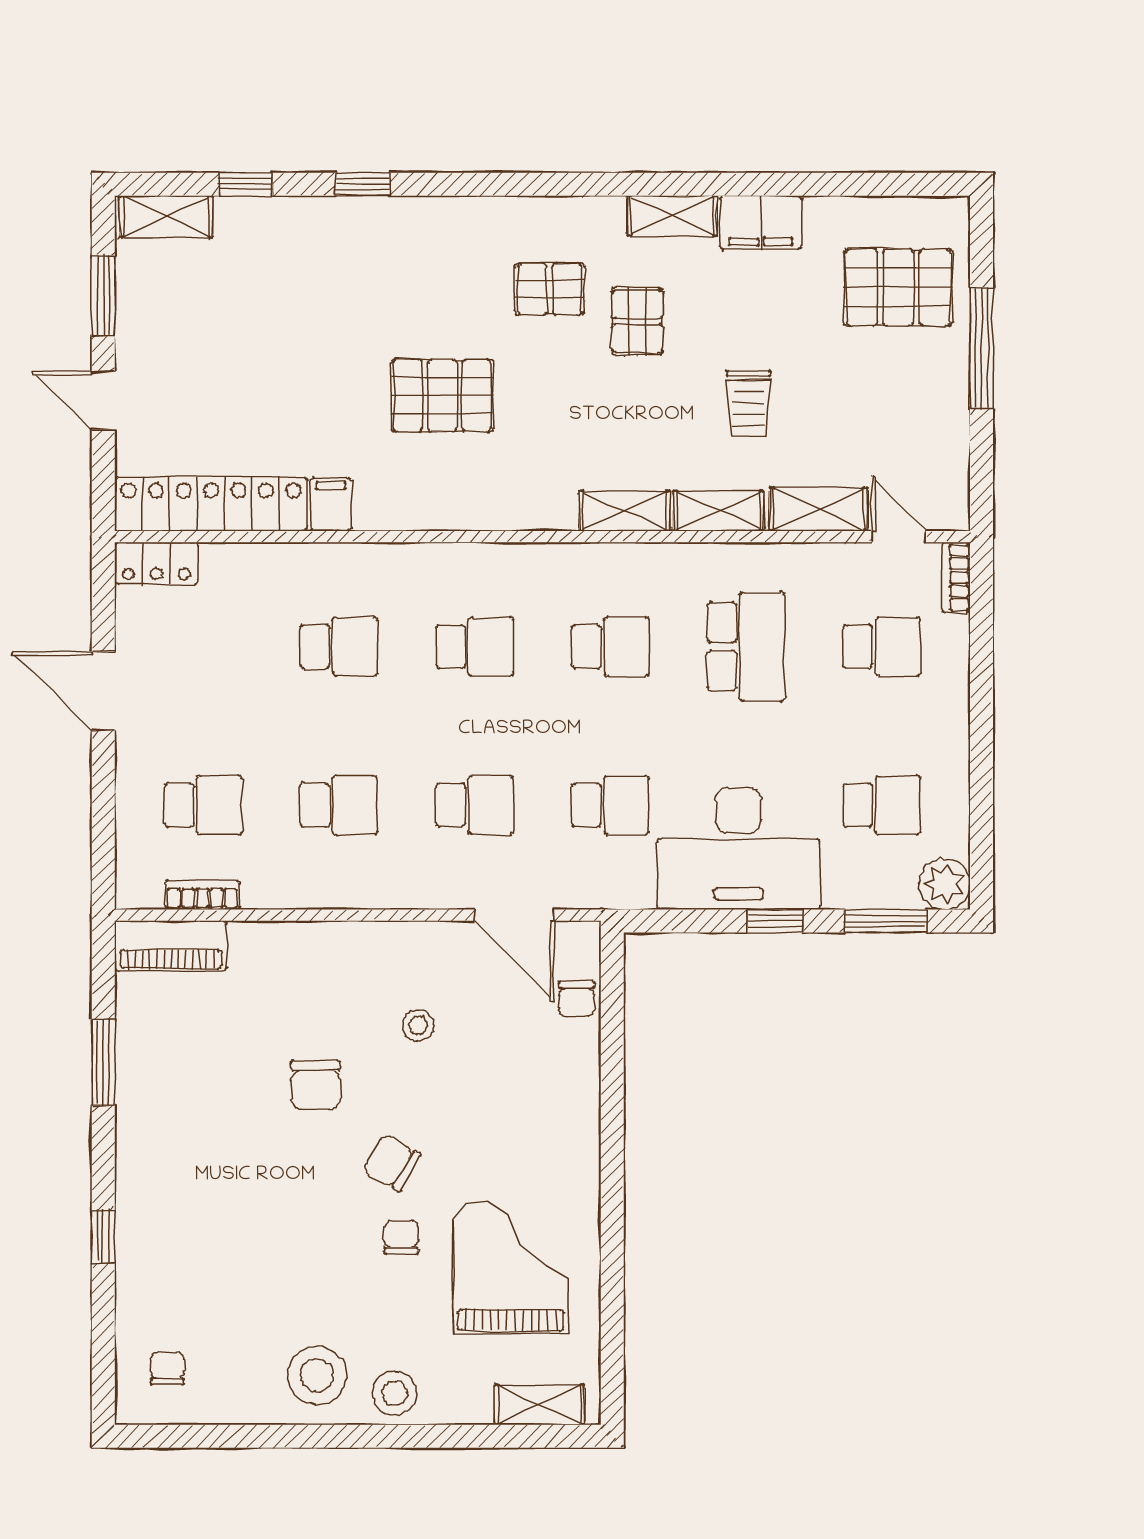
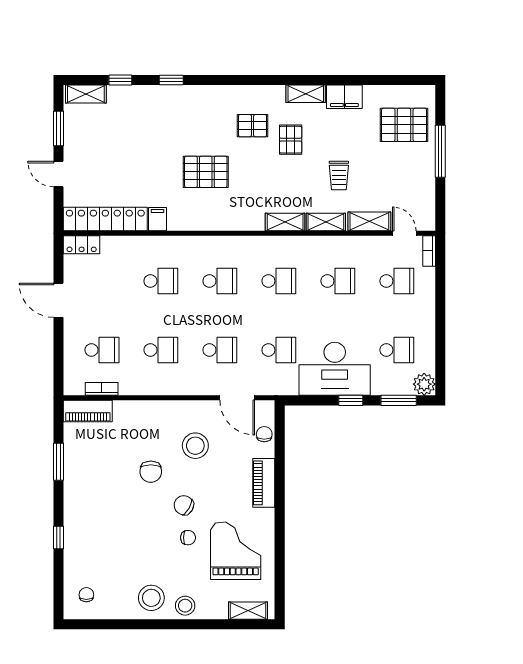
school desk: (746, 647) -> (338, 281), width x0.54
chair: (577, 999) -> (264, 434), turned 180
stool: (418, 1025) -> (195, 446), width x1.89, depth x1.89
piano: (576, 1111) -> (264, 483), added
chair: (401, 1237) -> (188, 538), turned 90

